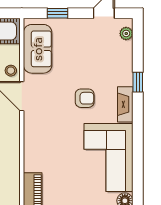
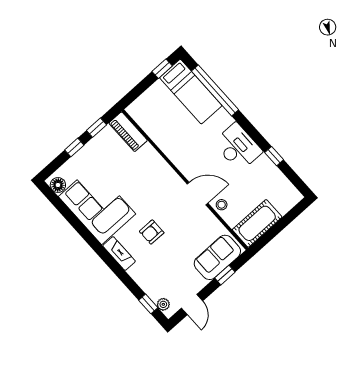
sofa: (38, 49) -> (217, 257), moved, turned 90
window: (138, 82) -> (148, 304), moved

